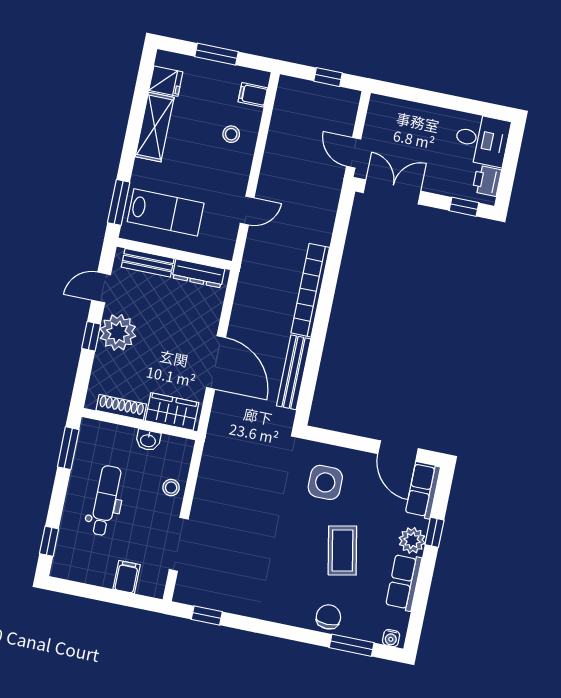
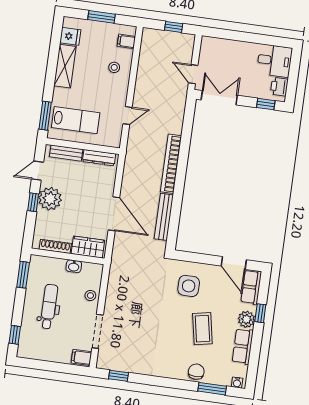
filing cabinet: (127, 577) -> (81, 357), moved, turned -90

